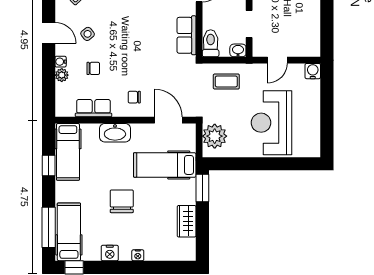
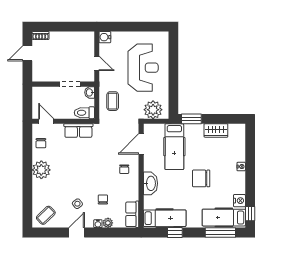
row of seats: (93, 108) -> (132, 214), moved
reception desk: (272, 123) -> (143, 68), turned -90
nightstand: (110, 253) -> (239, 201), moved

